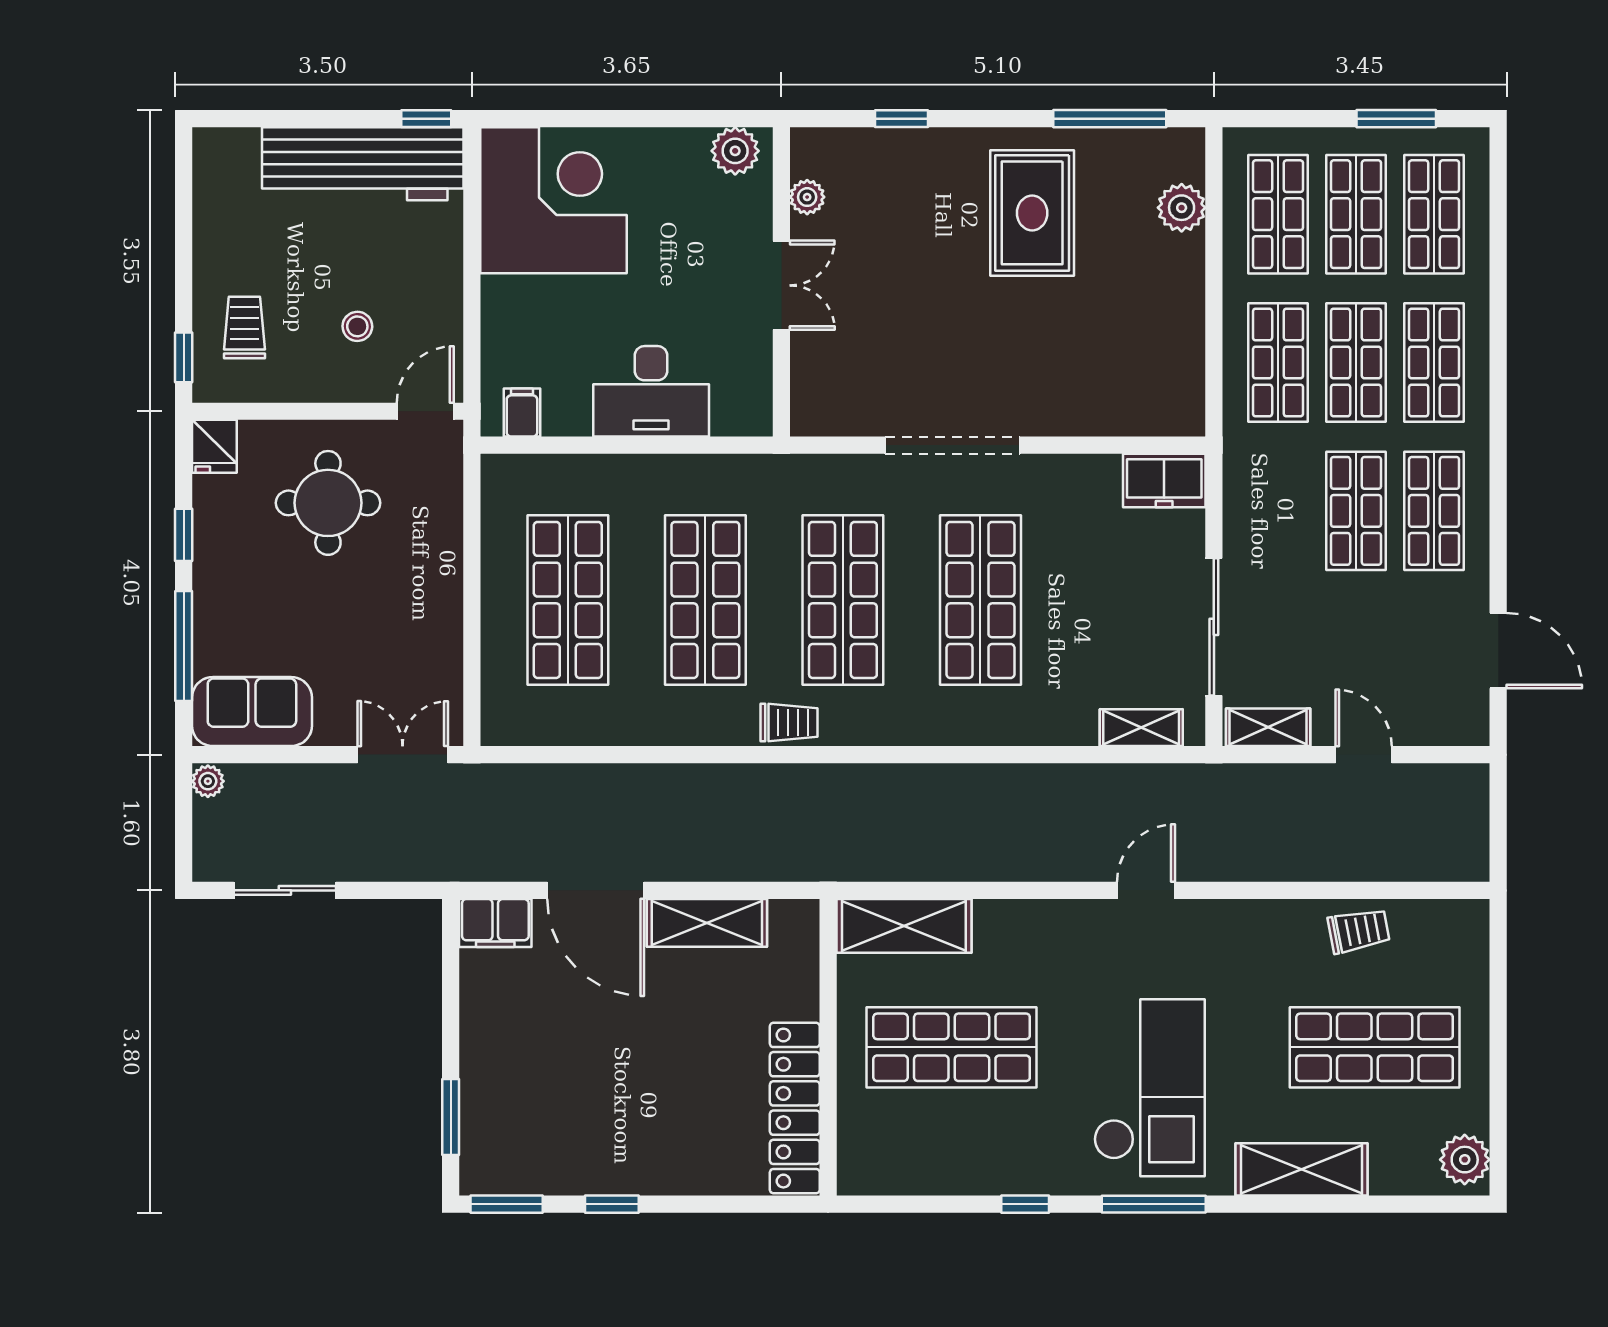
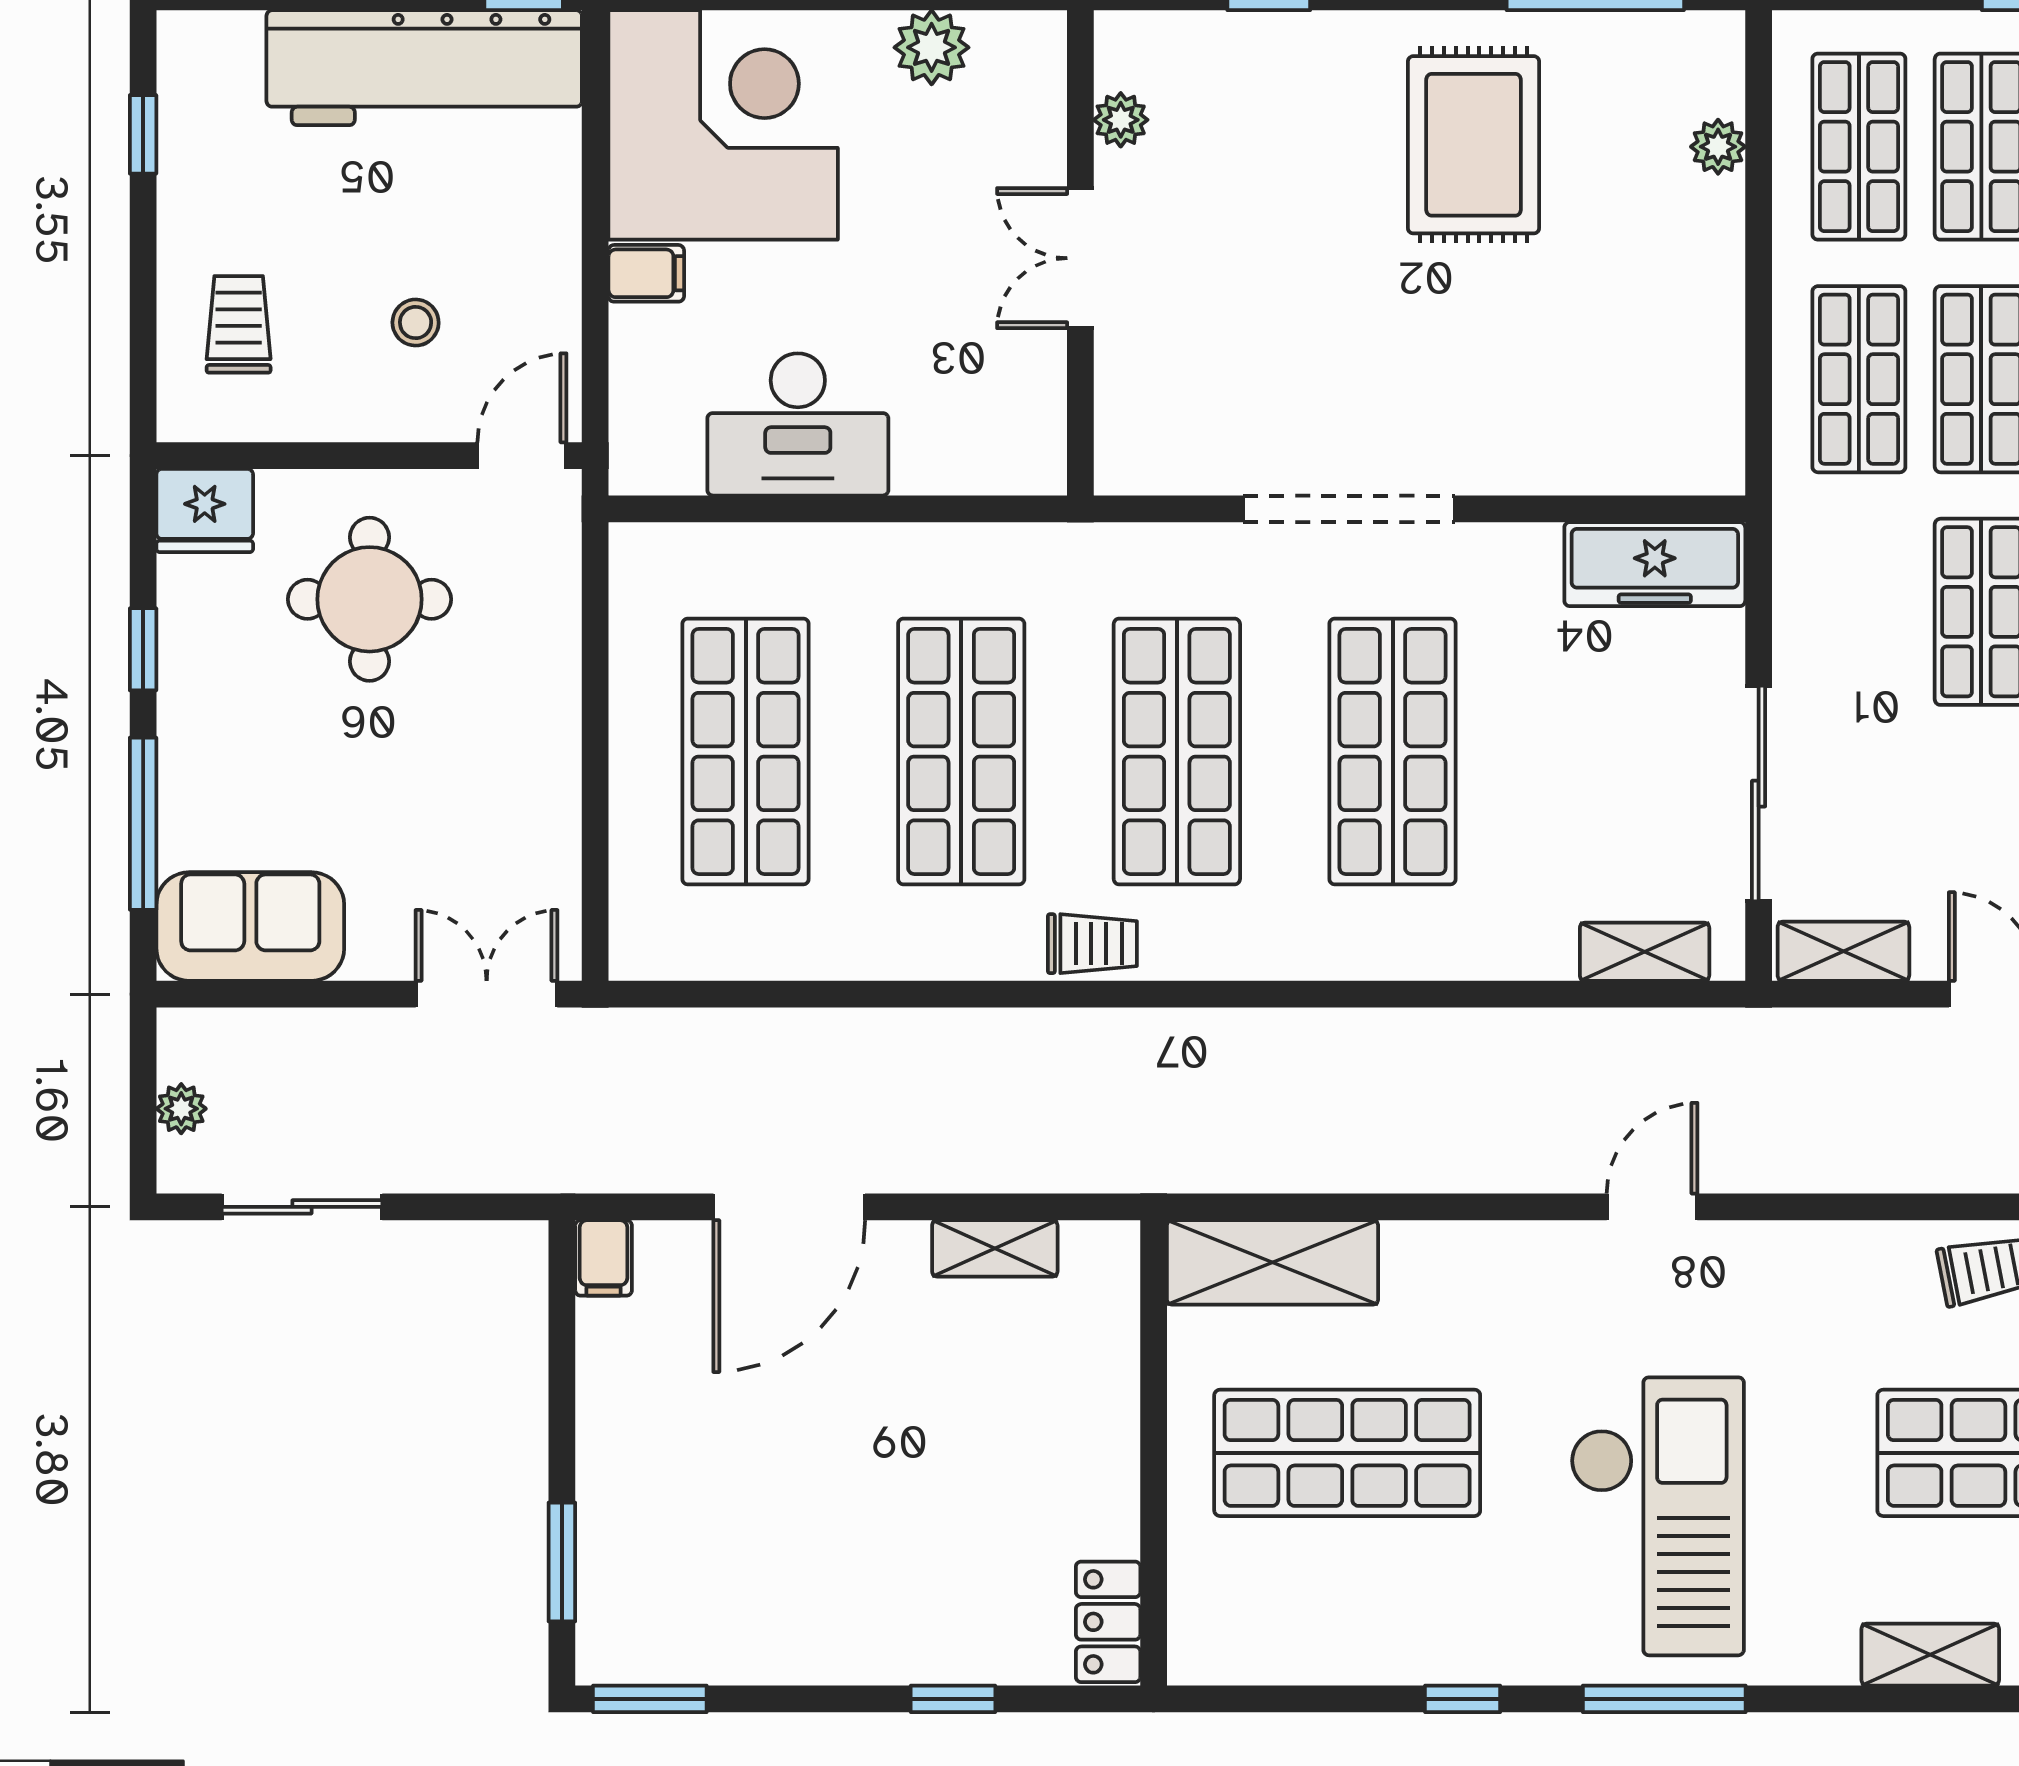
plant: (735, 151) -> (932, 47), moved
plant: (1182, 208) -> (1718, 147), width x0.73, depth x0.73
double door: (781, 285) -> (1080, 258), swing flipped
window: (184, 357) -> (143, 134), moved
desk: (651, 391) -> (798, 424), moved
filing cabinet: (522, 413) -> (646, 273), moved, turned 90
fridge: (214, 446) -> (205, 511), width x1.38
freezer: (1164, 480) -> (1655, 564), width x1.40
plant: (208, 781) -> (181, 1109), moved
door: (596, 890) -> (789, 1207), hinge flipped
filing cabinet: (495, 923) -> (604, 1258), width x0.50
shelving: (707, 923) -> (995, 1248), width x0.67, depth x0.75
locker: (795, 1108) -> (1108, 1622), width x0.46, depth x0.83
shelving: (1302, 1169) -> (1930, 1655), width x0.67, depth x0.75
window: (612, 1204) -> (953, 1699), moved

